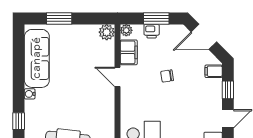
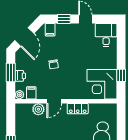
plant: (107, 32) -> (38, 109), moved
filing cabinet: (129, 52) -> (31, 93), width x0.50
locker: (108, 108) -> (78, 109), added

